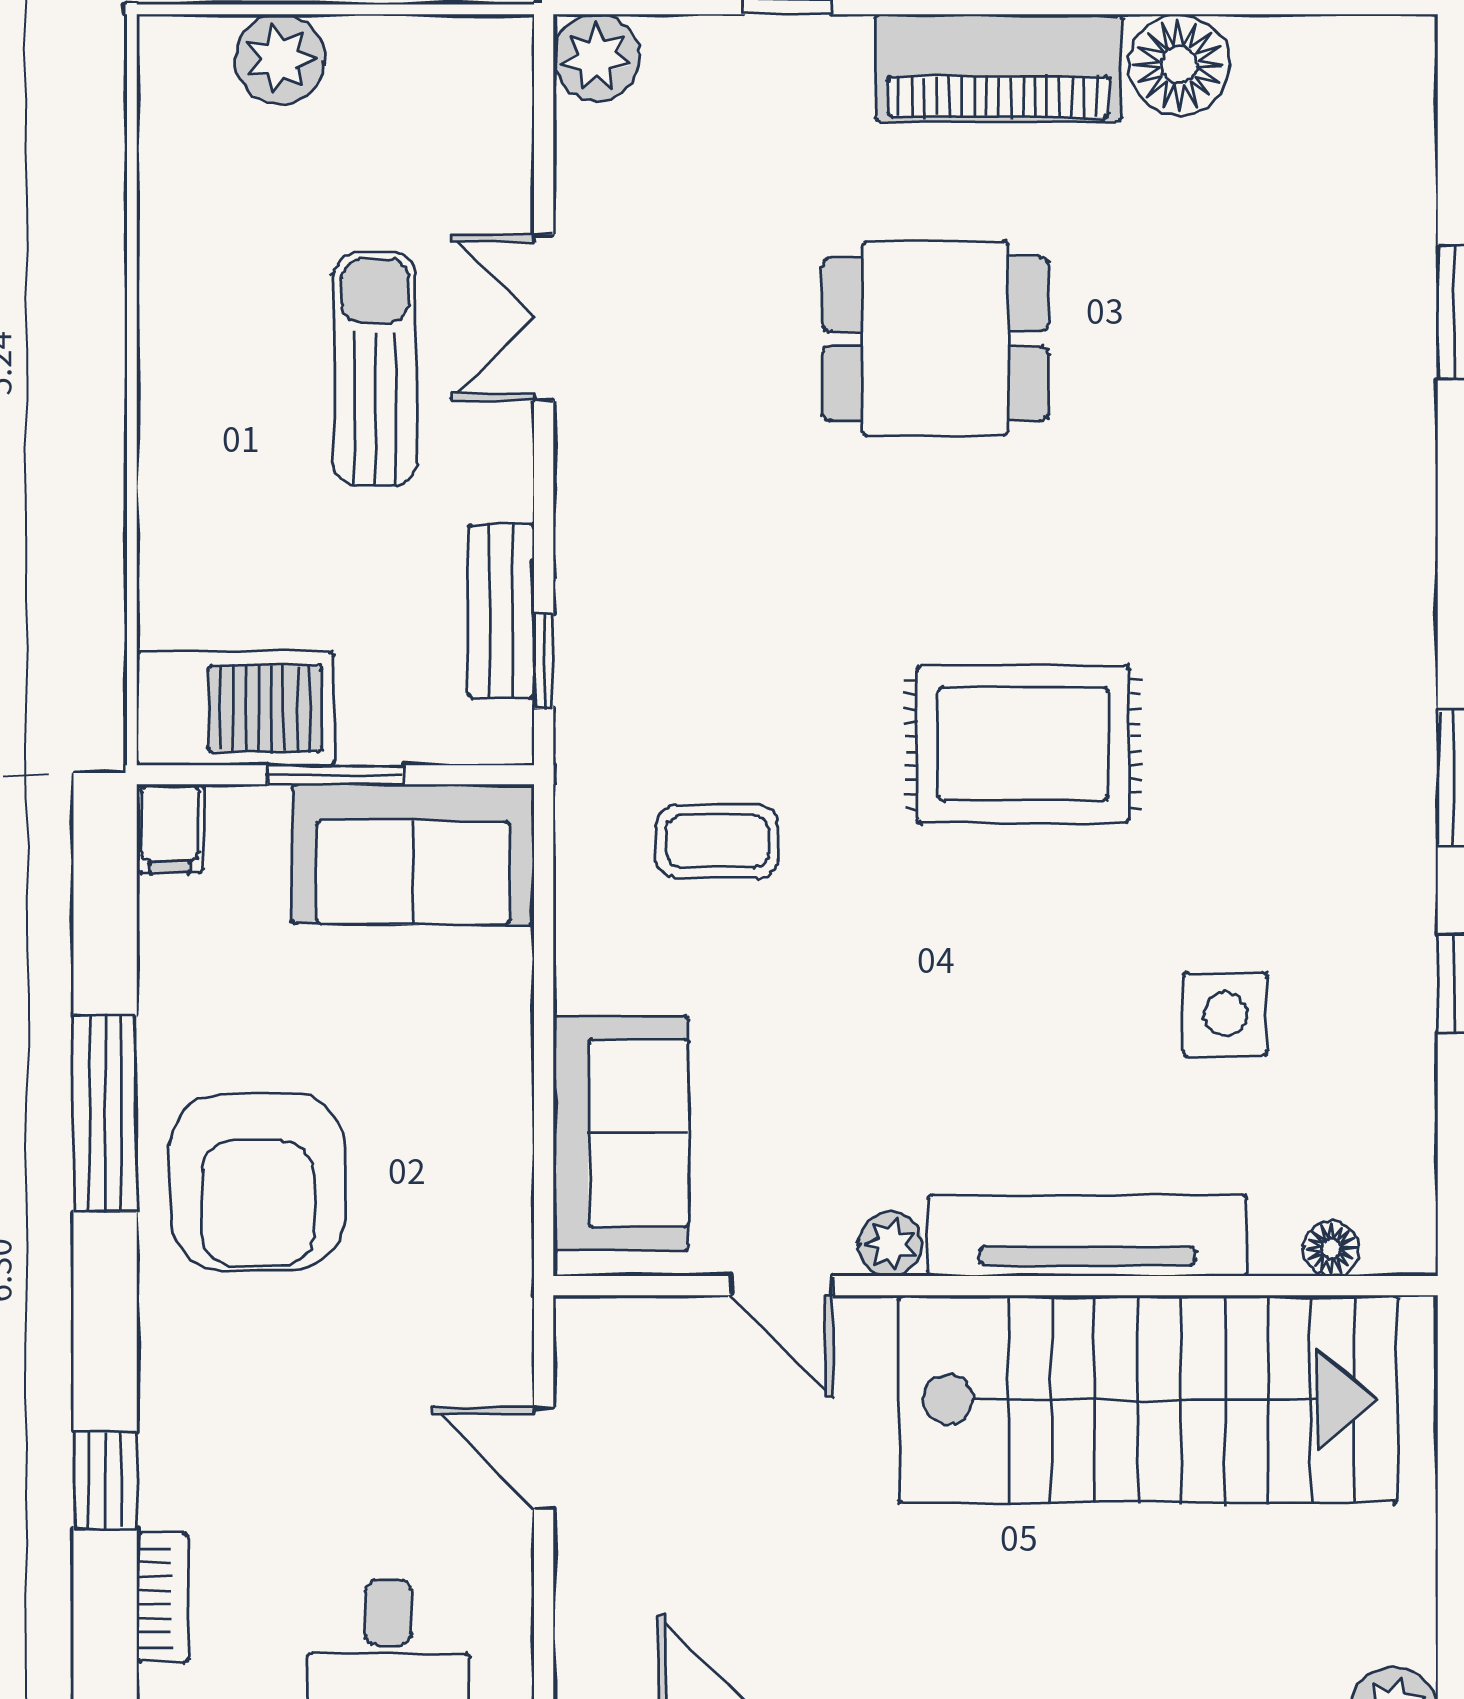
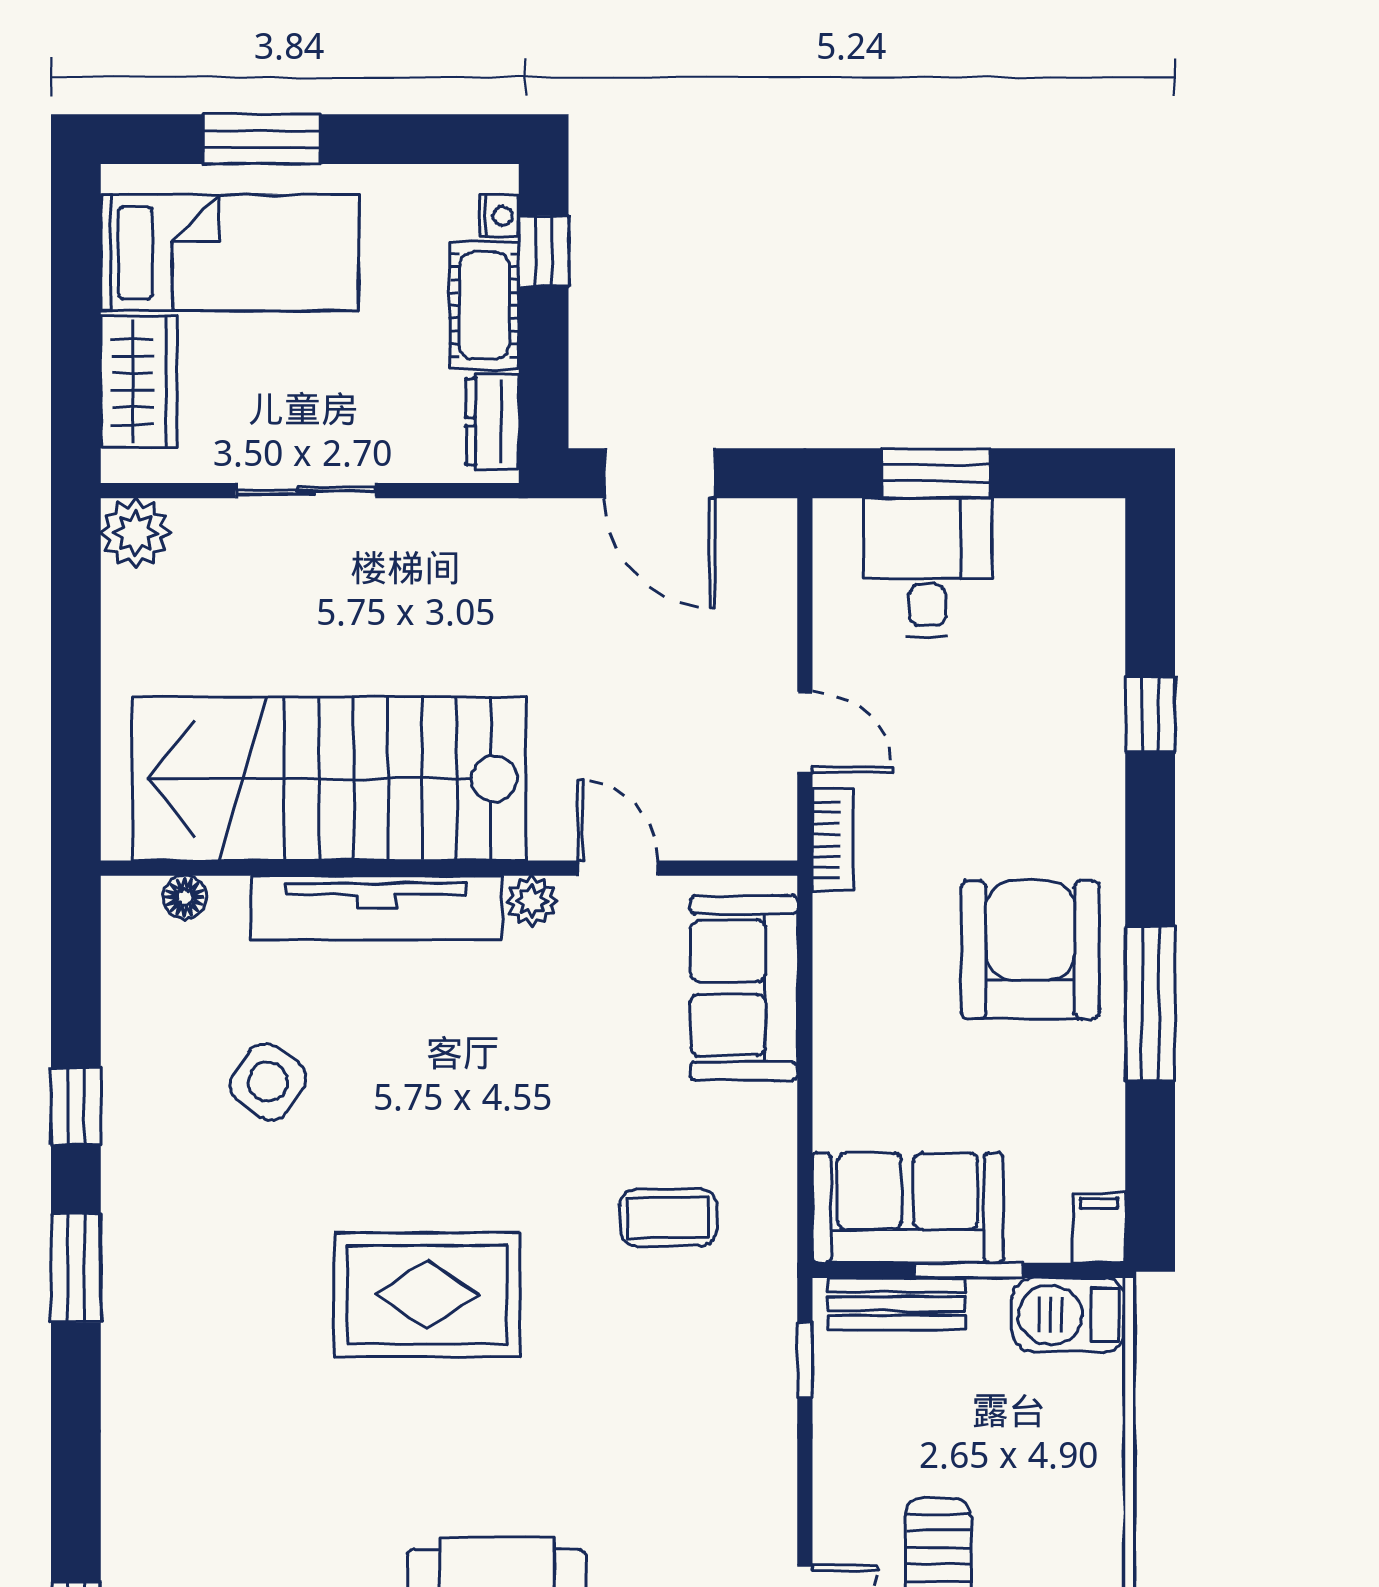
bench: (501, 611) -> (897, 1304), moved, turned 90
barbecue: (235, 708) -> (1069, 1315), width x0.73, depth x0.83
side table: (1226, 1014) -> (268, 1082), turned 34
bookcase: (162, 1597) -> (833, 840), moved, turned 180

